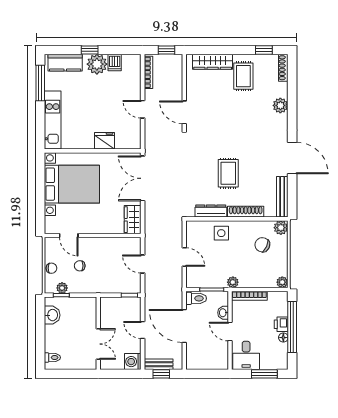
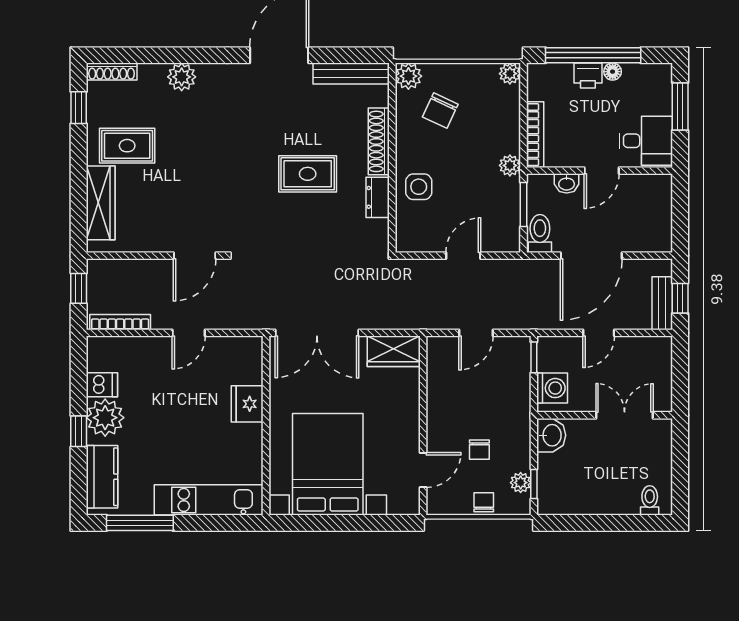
dresser: (211, 211) -> (378, 197), width x0.70
washbasin: (52, 315) -> (551, 435), moved, turned 90
washing machine: (133, 362) -> (552, 388), moved, turned -90

